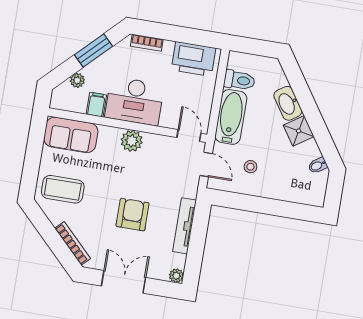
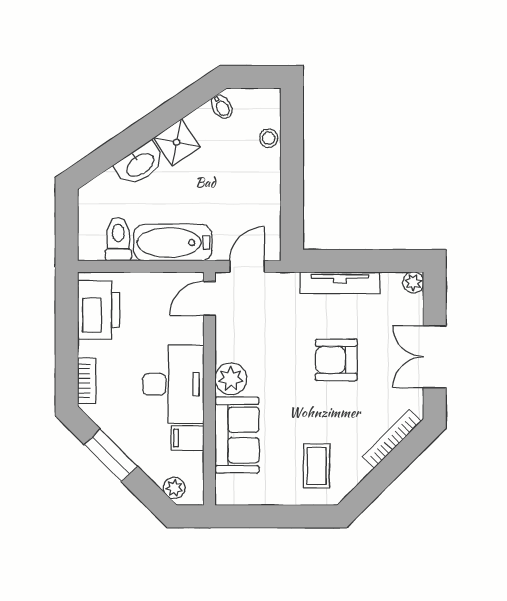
plant: (77, 80) -> (174, 488), moved
sofa: (71, 135) -> (237, 435), moved
stool: (250, 167) -> (269, 138), moved
coffee table: (63, 189) -> (317, 466), width x0.73, depth x0.77

